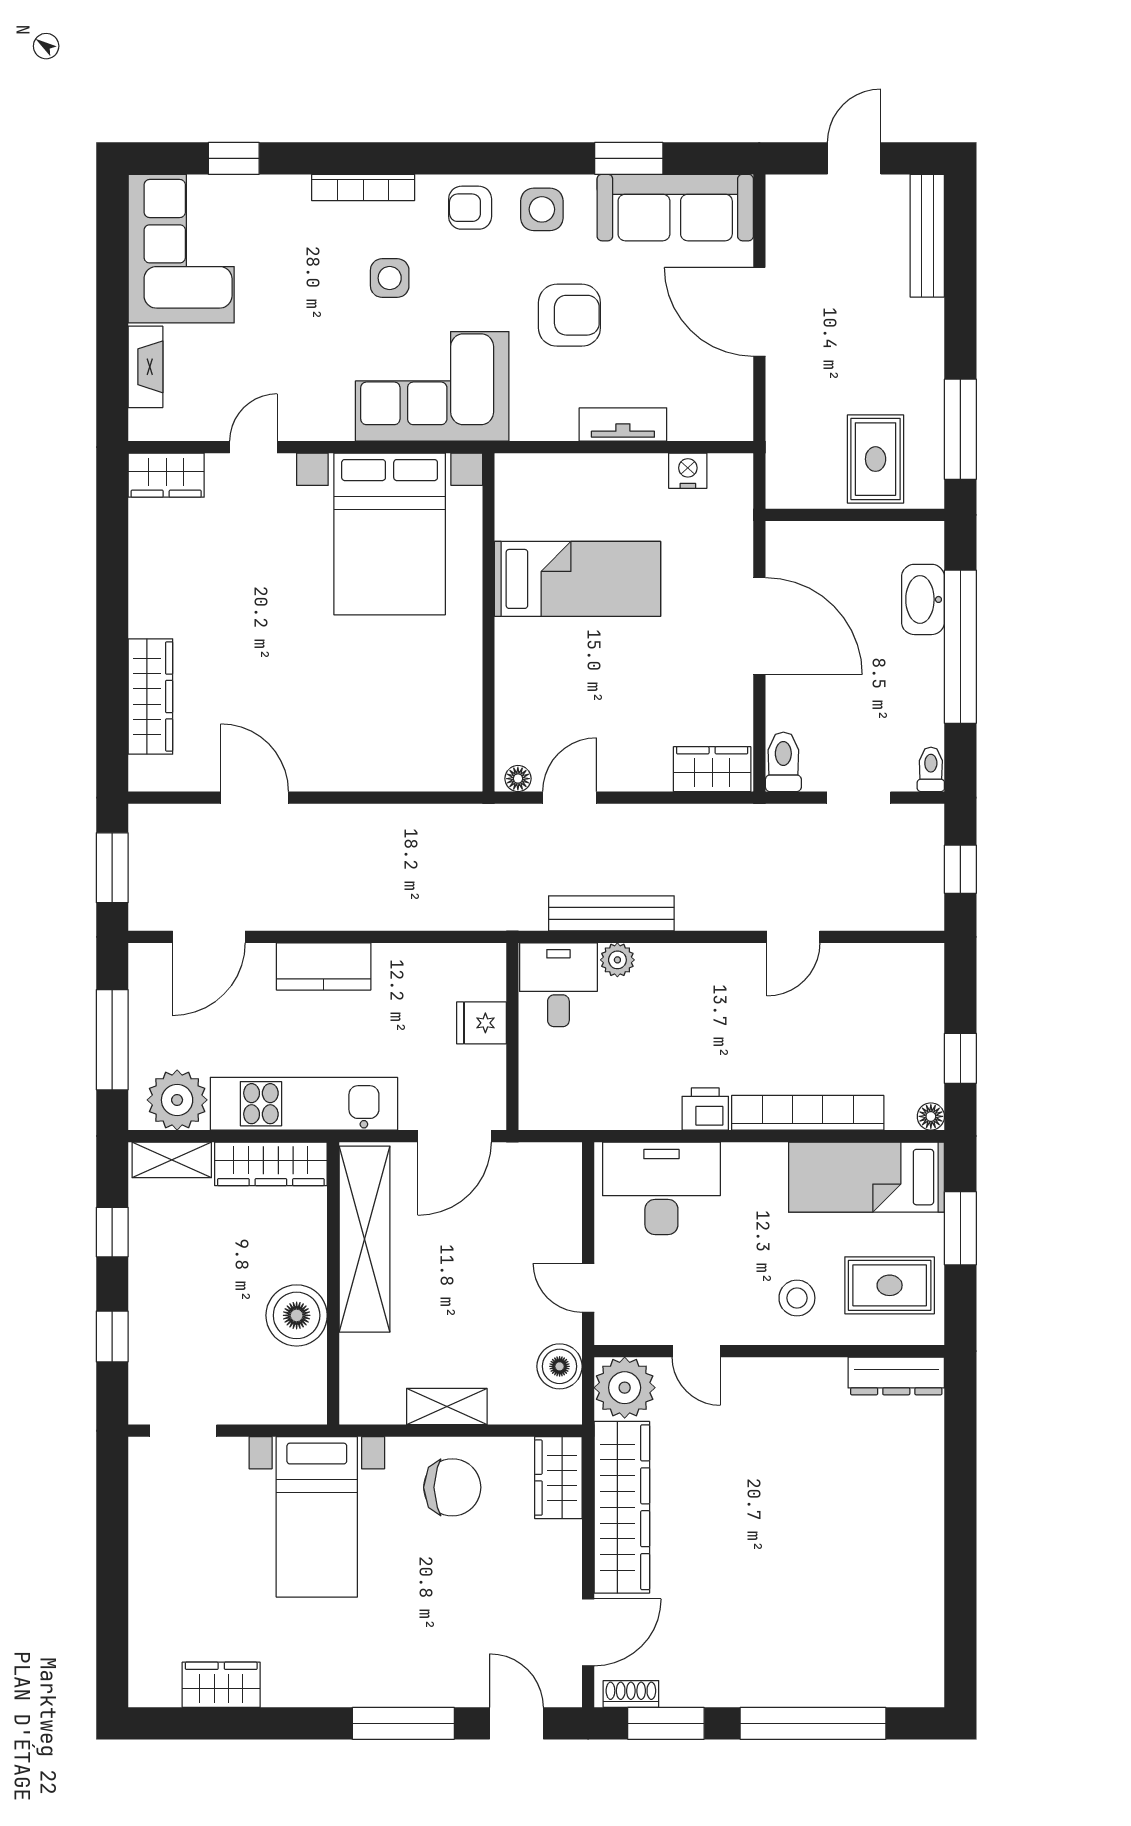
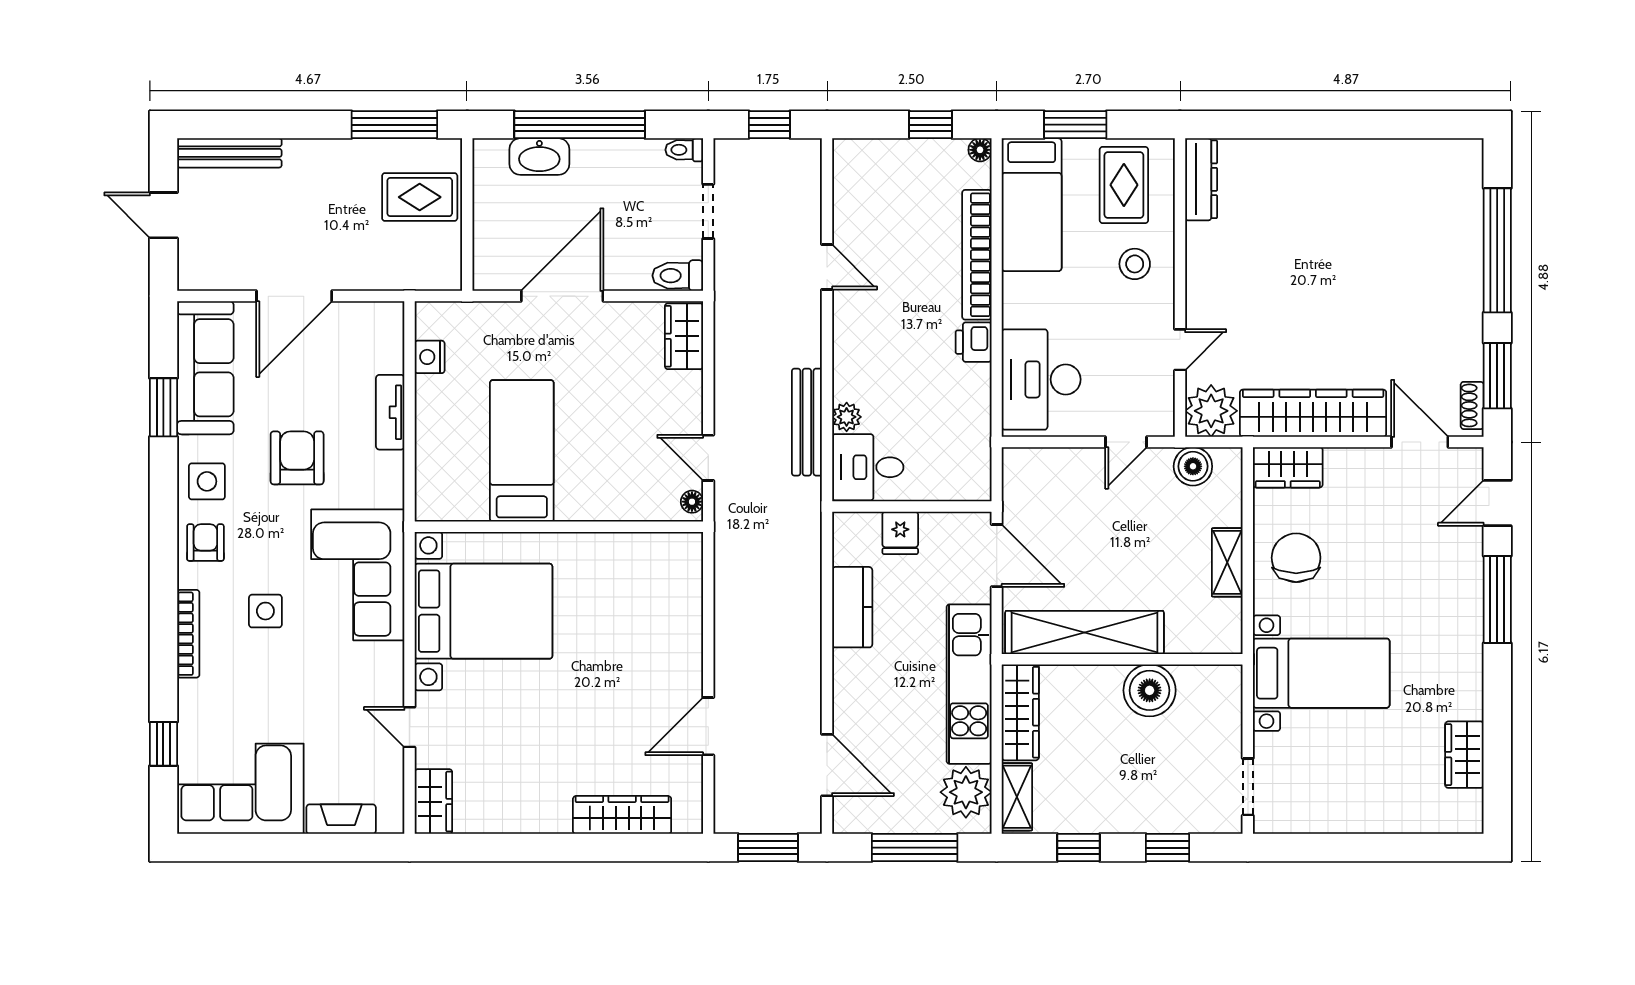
armchair: (470, 208) -> (205, 543), turned 180
kitchen counter: (324, 967) -> (852, 607), moved

